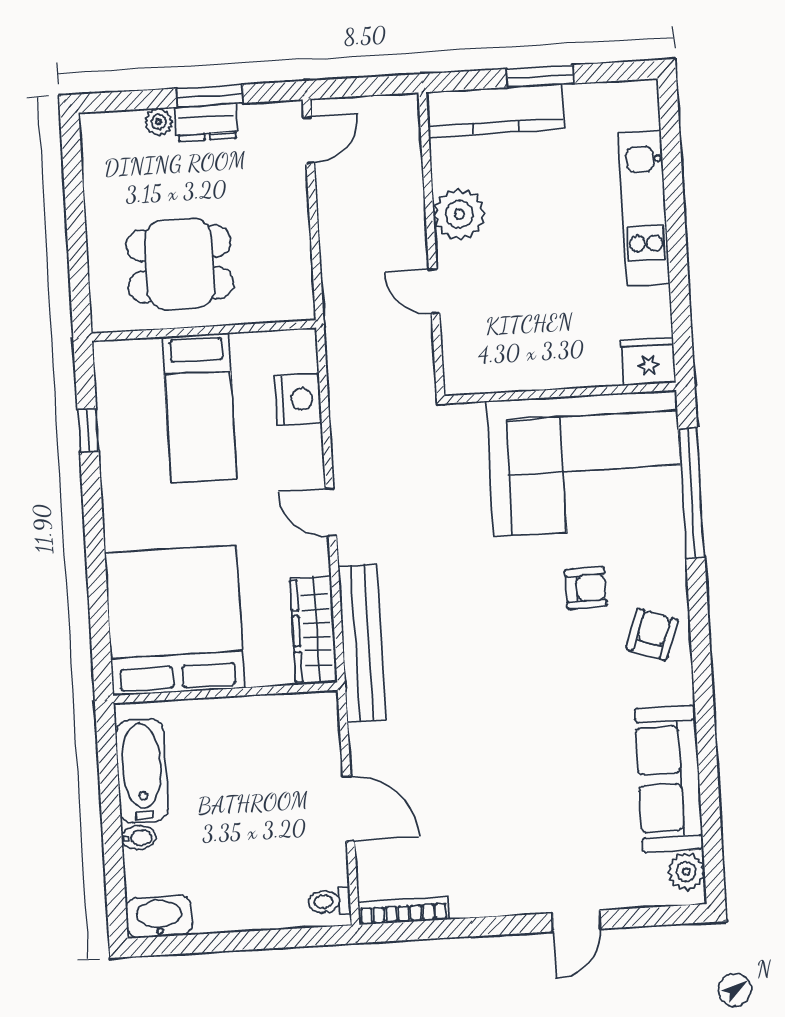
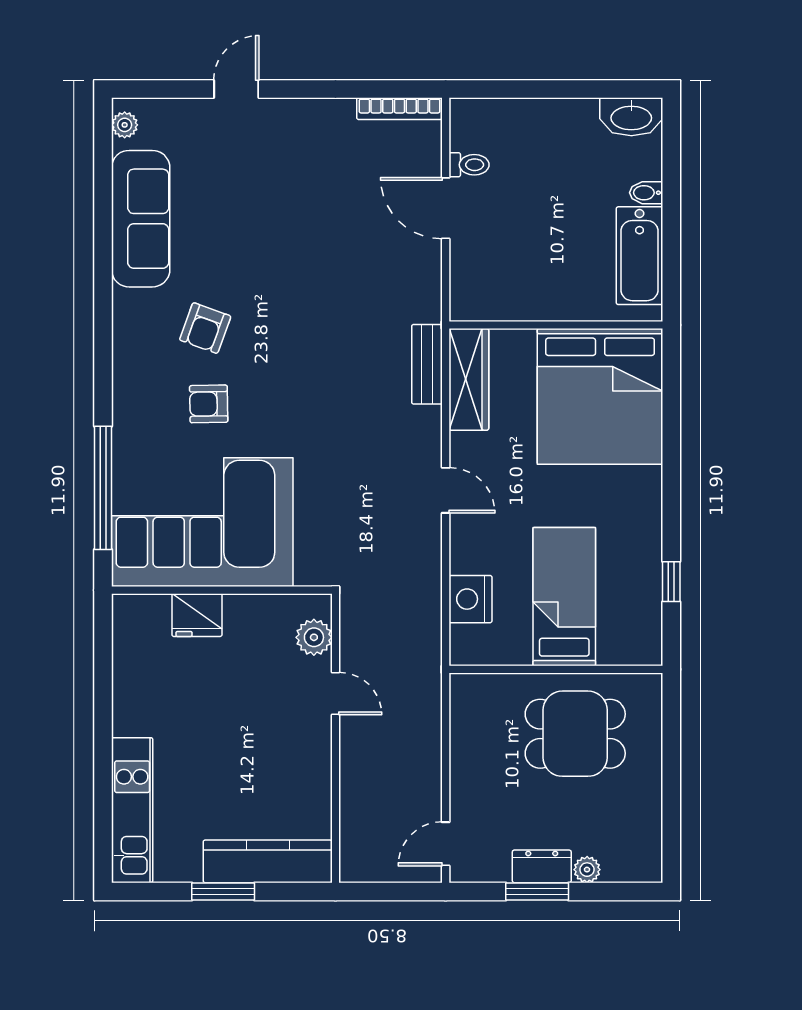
kitchen unit: (644, 208) -> (132, 810), moved
plant: (459, 214) -> (314, 637), moved, width x0.73, depth x0.73
fridge: (648, 361) -> (197, 615), moved
armchair: (652, 634) -> (205, 328), moved
bench: (362, 643) -> (427, 364), width x0.54, depth x0.82
plant: (686, 872) -> (125, 125), width x0.73, depth x0.73
toilet: (329, 901) -> (469, 165), moved

